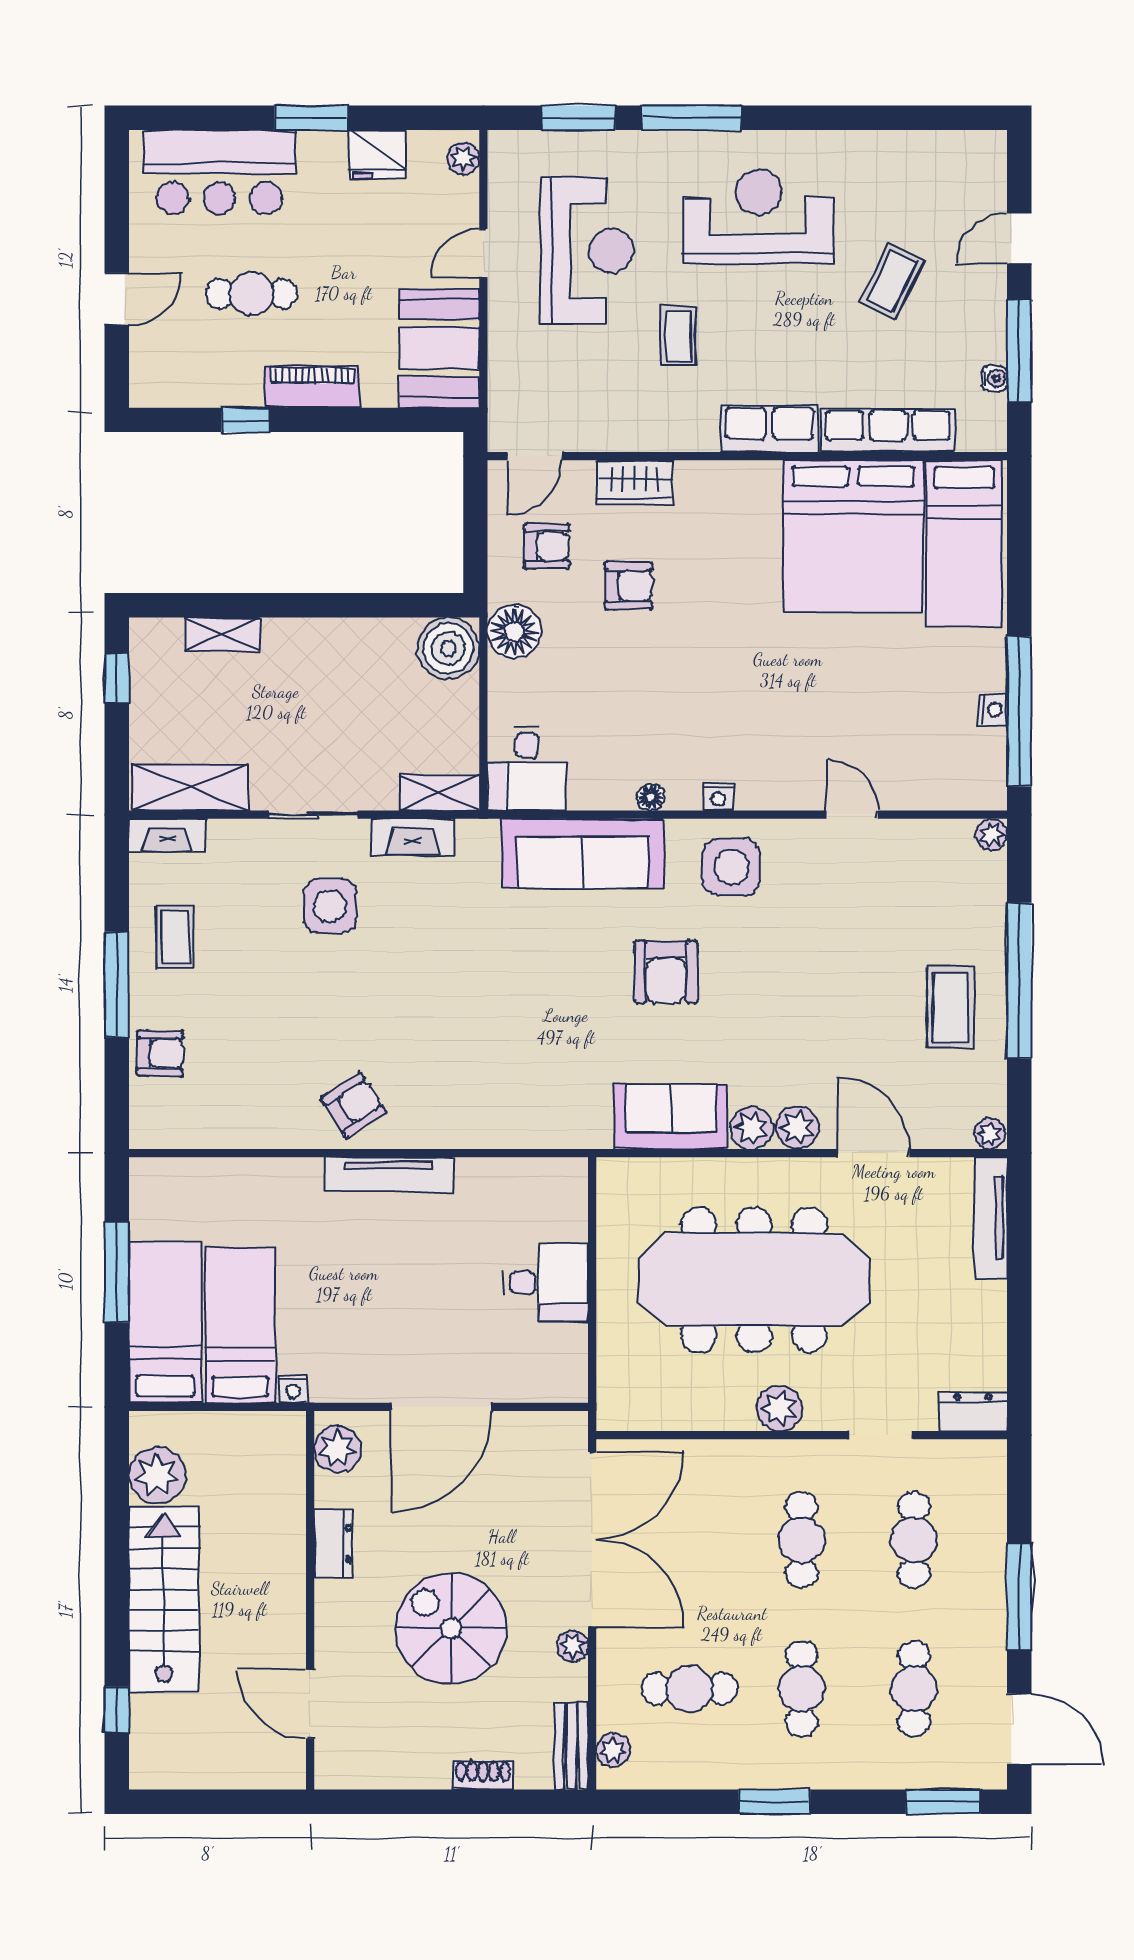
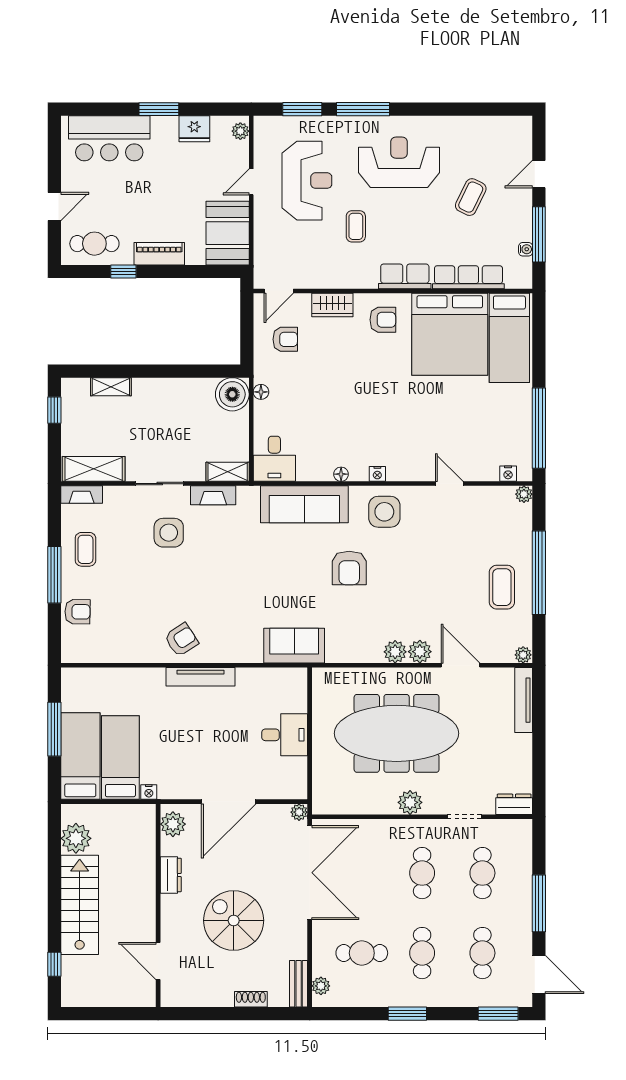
cafe table: (251, 294) -> (94, 244), moved
armchair: (629, 586) -> (383, 320), moved
floor lamp: (514, 632) -> (261, 392), width x0.53, depth x0.53
nightstand: (993, 710) -> (508, 474), moved, turned 90
sofa: (671, 1116) -> (294, 646), moved
plant: (573, 1646) -> (299, 812), moved

